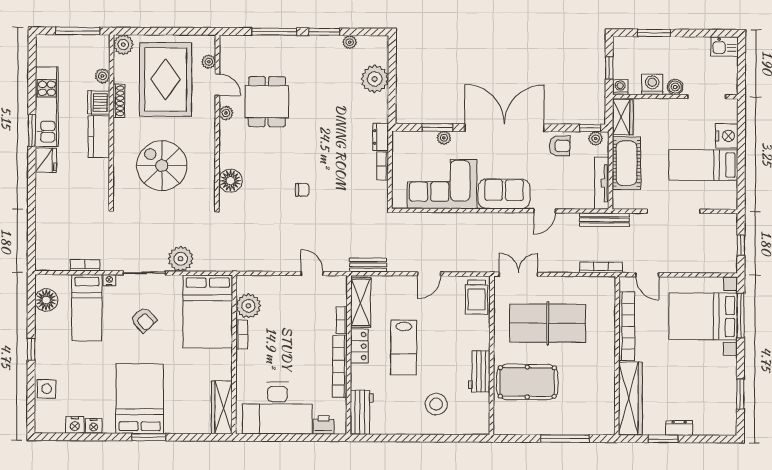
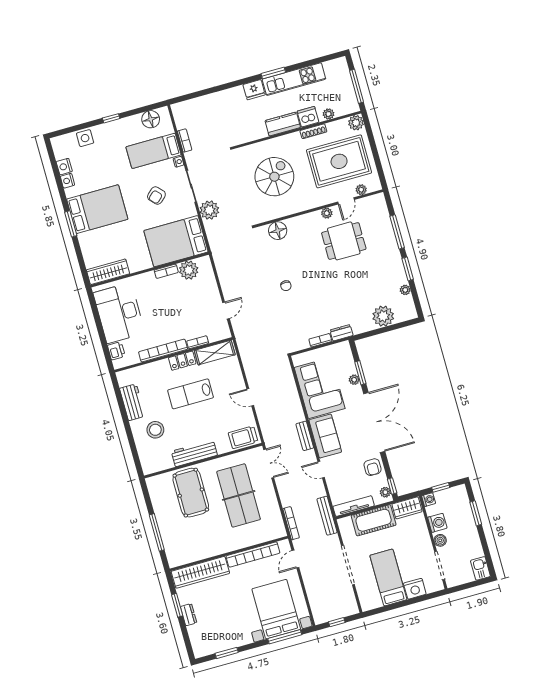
bench: (368, 265) -> (305, 436), moved
workbench: (479, 371) -> (194, 453), width x1.38
workbench: (362, 412) -> (132, 402), moved, turned -90

